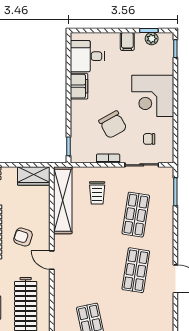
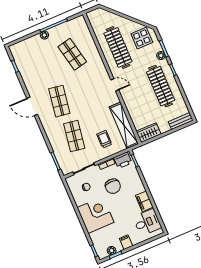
chair: (113, 125) -> (113, 186), turned -151
printer: (84, 154) -> (123, 160), added
armchair: (23, 237) -> (139, 92), removed

